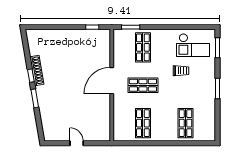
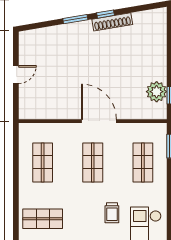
plant: (90, 37) -> (157, 92), added
shop shelf: (143, 47) -> (143, 162), turned 90
shop shelf: (143, 123) -> (43, 162), turned 90

